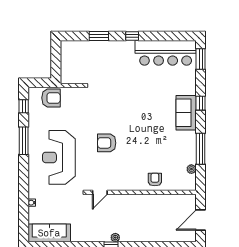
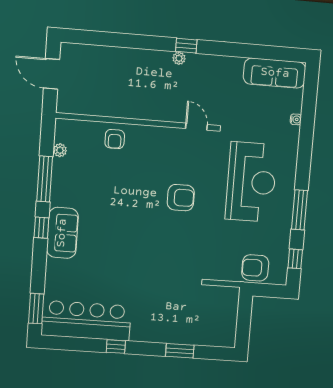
window: (132, 36) -> (116, 347), moved
window: (201, 103) -> (41, 228), moved
door: (100, 192) -> (196, 127), hinge flipped
door: (201, 220) -> (52, 74), swing flipped

